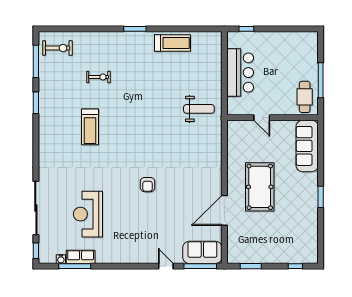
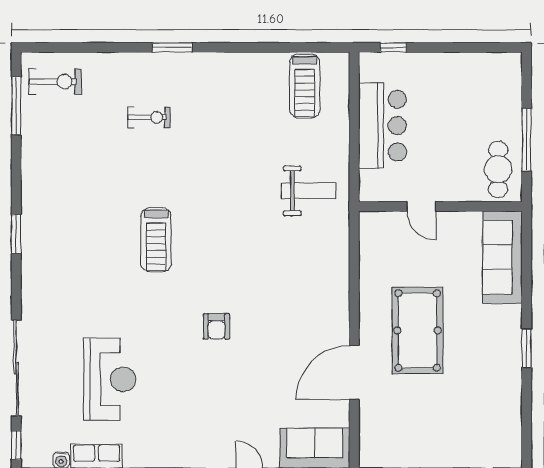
window: (135, 29) -> (172, 47), moved
treadmill: (173, 43) -> (305, 86), moved, turned 90
exercise bike: (98, 77) -> (149, 117), moved
window: (36, 103) -> (16, 234), moved
treadmill: (90, 127) -> (156, 240), moved
reception desk: (88, 214) -> (110, 379), turned 180

